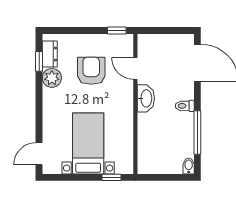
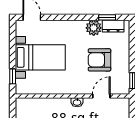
armchair: (91, 71) -> (100, 60), turned 180
washbasin: (146, 98) -> (77, 102), width x0.52, depth x0.69

